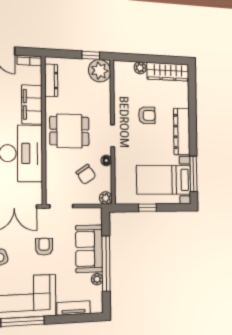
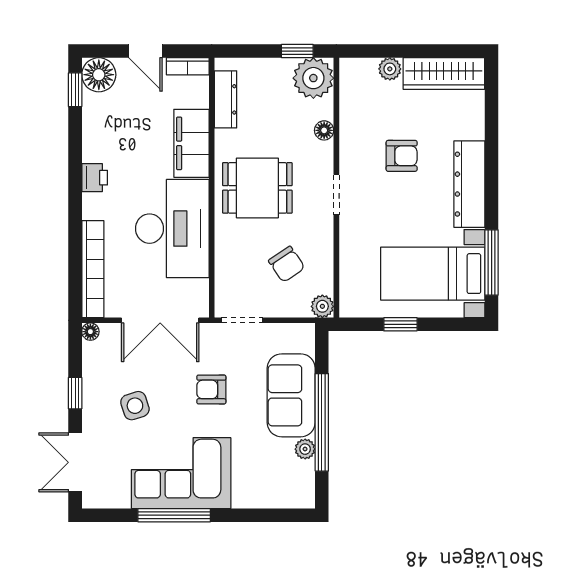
floor lamp: (106, 161) -> (324, 130), moved
armchair: (44, 247) -> (211, 389), turned -90
tv unit: (74, 308) -> (262, 497), removed

